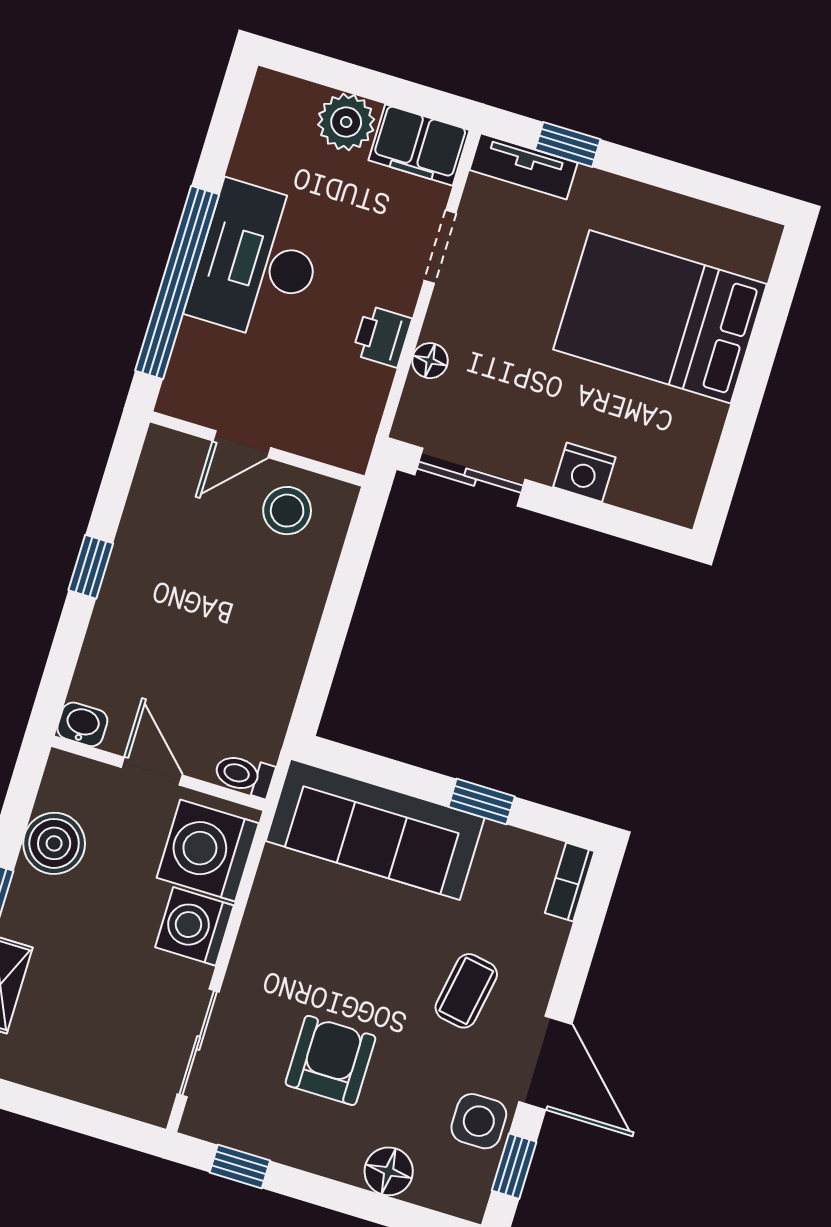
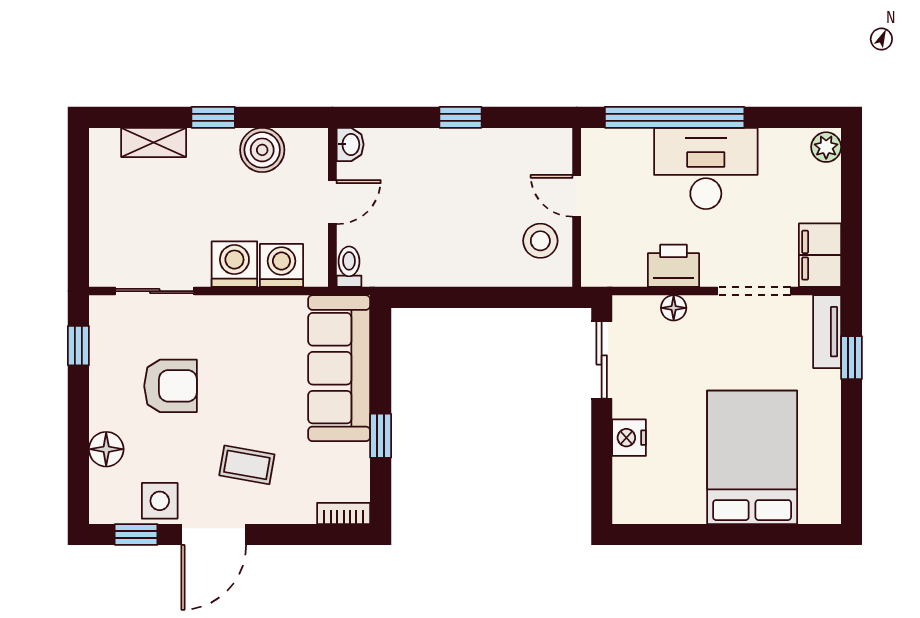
plant: (346, 122) -> (826, 147), moved, width x0.73, depth x0.73
doorway: (440, 247) -> (754, 291), width x1.38
printer: (382, 336) -> (673, 266), width x1.36, depth x1.24
washing machine: (208, 850) -> (281, 265), width x0.73, depth x0.73

